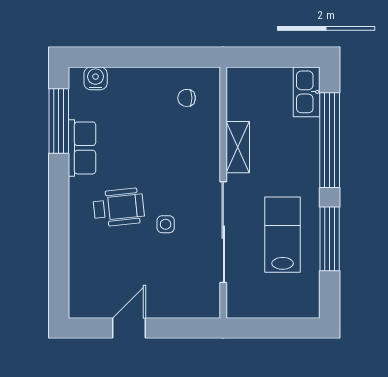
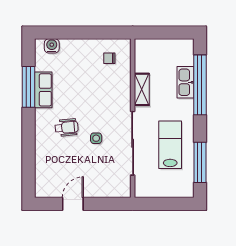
kitchen sink: (307, 92) -> (185, 82), moved
window: (59, 121) -> (28, 87), moved
wheelchair: (119, 207) -> (66, 128), width x0.73, depth x0.73
window: (330, 239) -> (200, 162), moved

